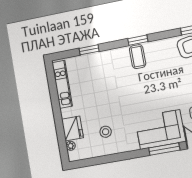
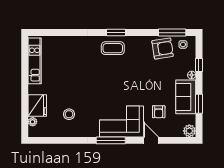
window: (89, 50) -> (67, 33), removed
coffee table: (138, 57) -> (113, 48), turned 90
window: (164, 149) -> (111, 140), moved

